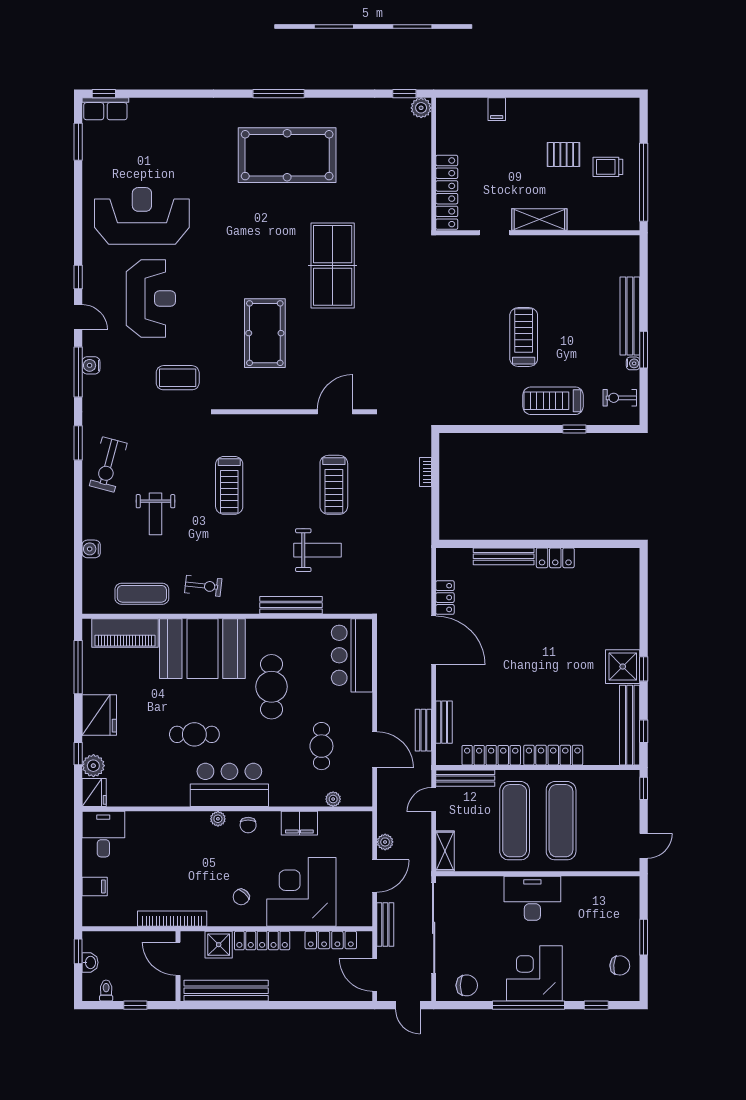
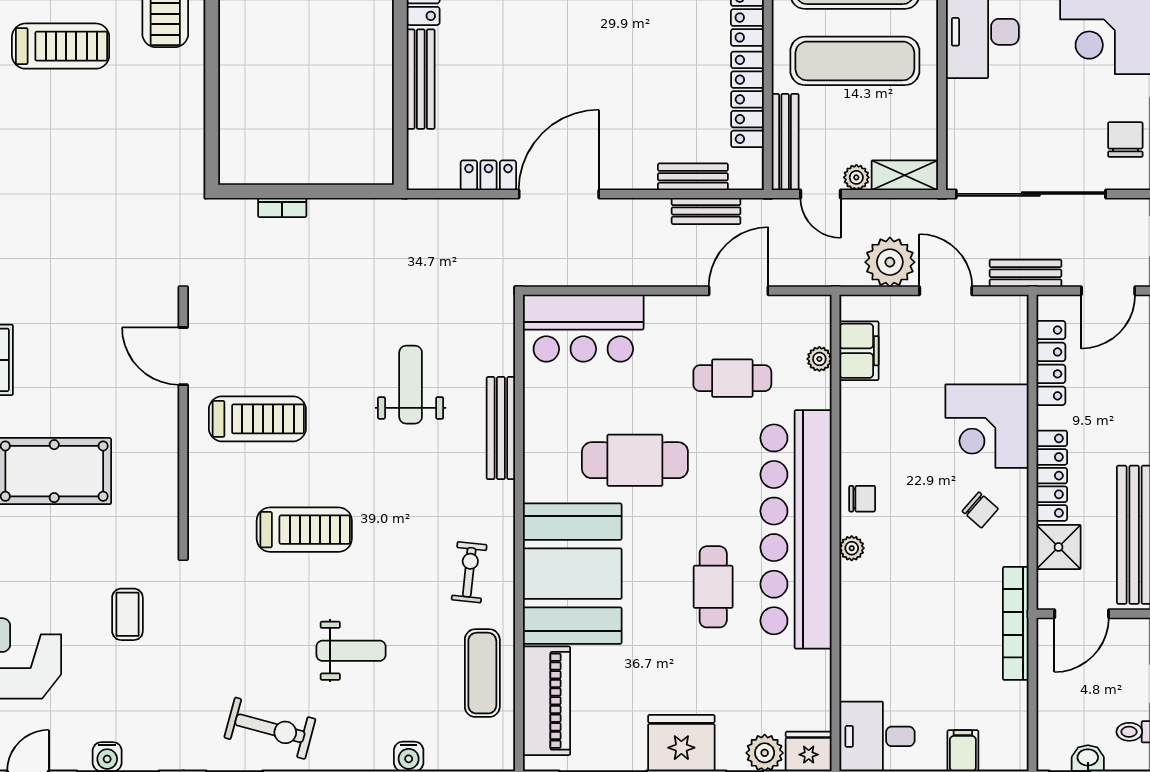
treadmill: (524, 337) -> (61, 46), turned 180
coffee table: (178, 378) -> (127, 614), width x0.73, depth x0.77
treadmill: (334, 485) -> (257, 419), moved
bar counter: (229, 785) -> (796, 529), width x1.86
plant: (444, 822) -> (856, 177), added
filing cabinet: (299, 823) -> (859, 351), moved
plant: (385, 842) -> (890, 262), width x1.87, depth x1.87
corner desk: (301, 892) -> (987, 426), width x0.74, depth x0.74

